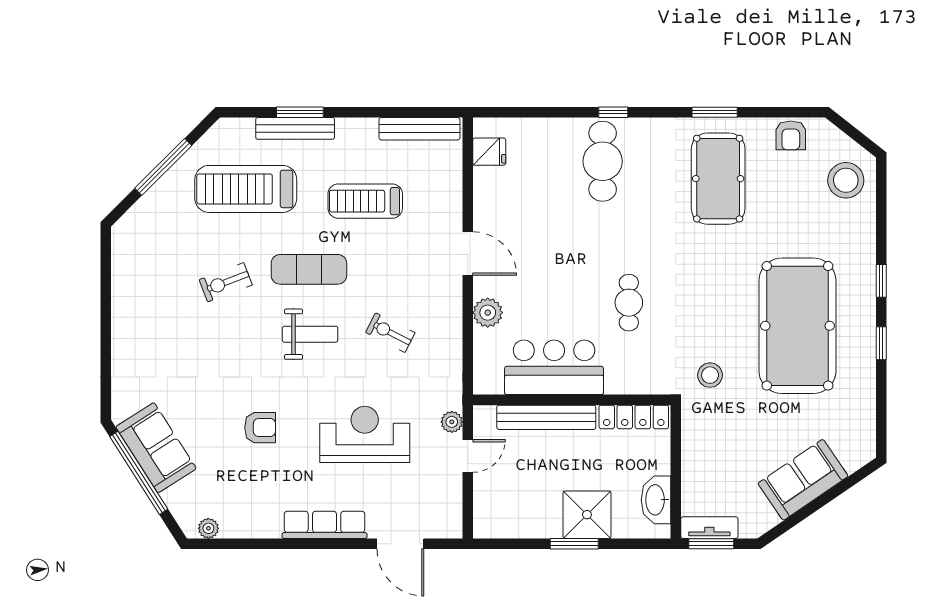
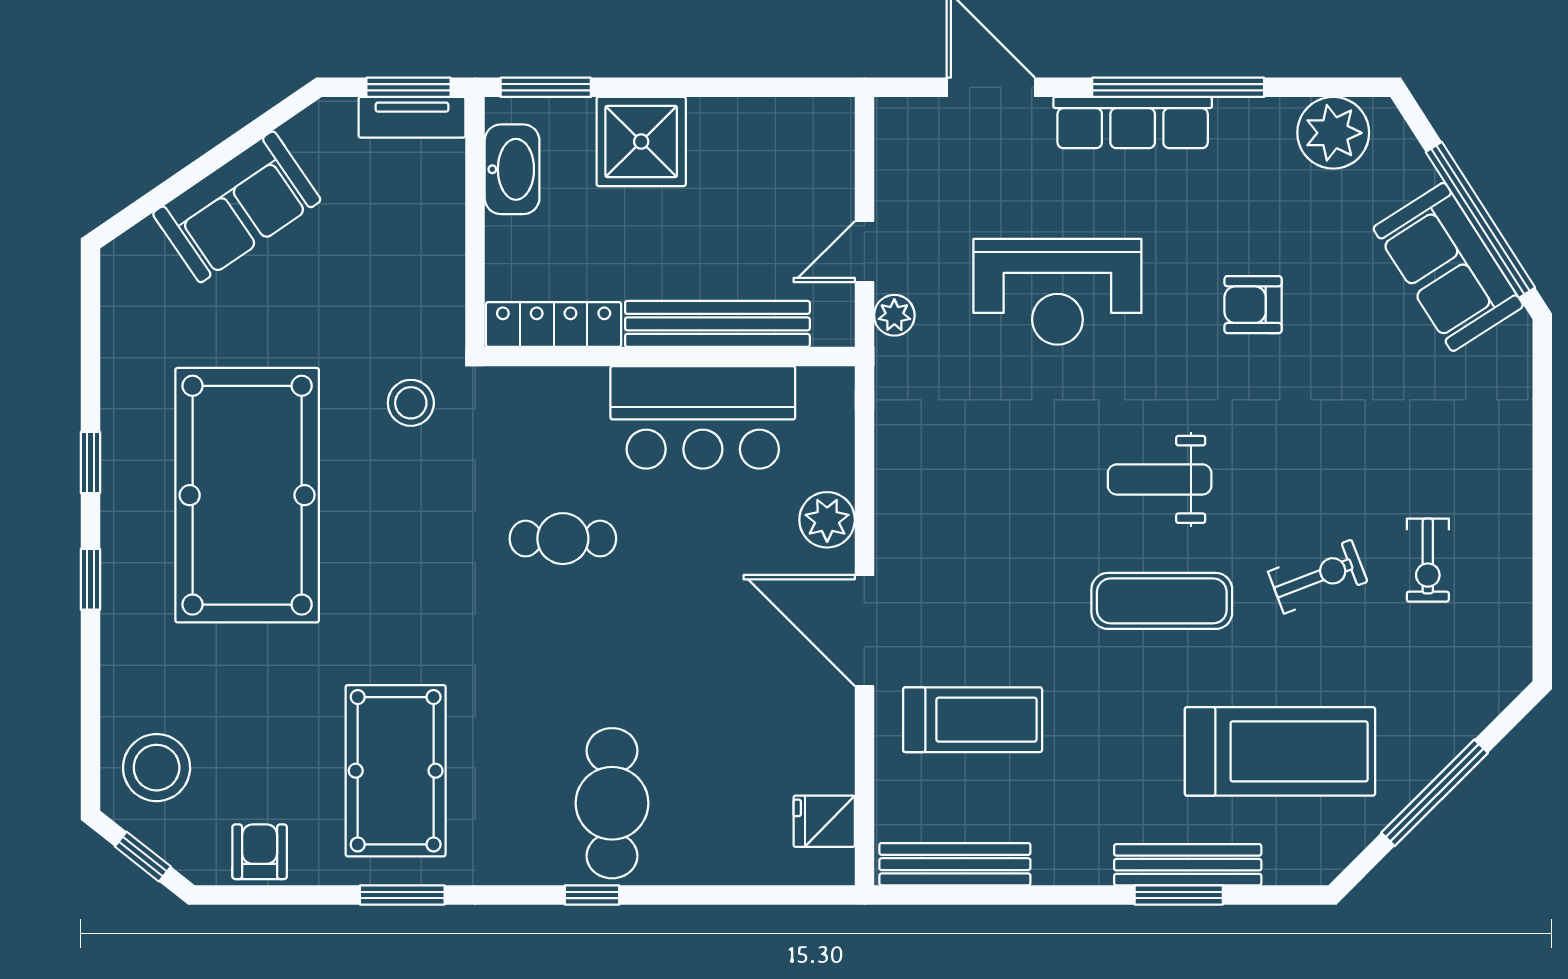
window: (853, 133) -> (143, 857), added
treadmill: (365, 201) -> (973, 720), moved
door: (468, 253) -> (864, 631), width x1.36
cafe table: (629, 303) -> (563, 539), turned 90
exercise bike: (390, 333) -> (1428, 560), moved, turned 63
plant: (208, 528) -> (1333, 133), width x1.88, depth x1.88
window: (300, 544) -> (1178, 87), added
window: (574, 544) -> (546, 87), moved

